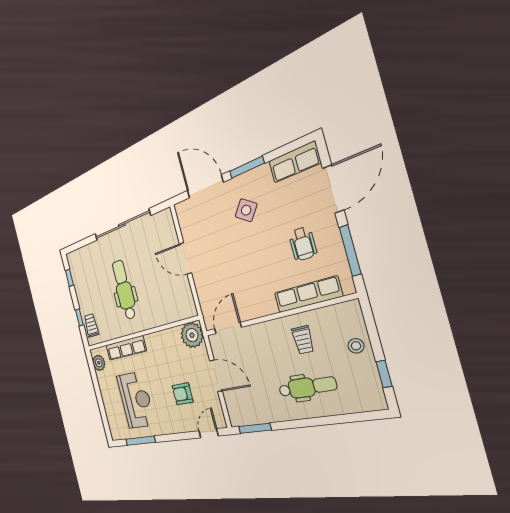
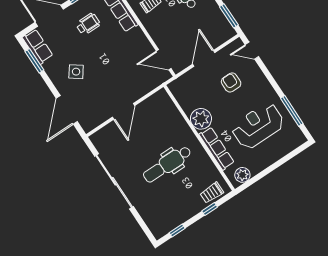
window: (247, 167) -> (34, 61), moved
plant: (192, 335) -> (201, 119), moved
armchair: (183, 394) -> (231, 83), turned 180

